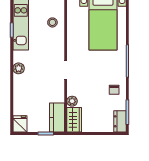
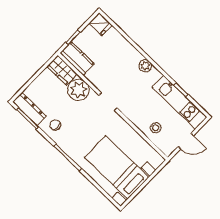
plant: (72, 101) -> (78, 90), width x1.88, depth x1.88
dresser: (120, 121) -> (29, 109), width x1.44

